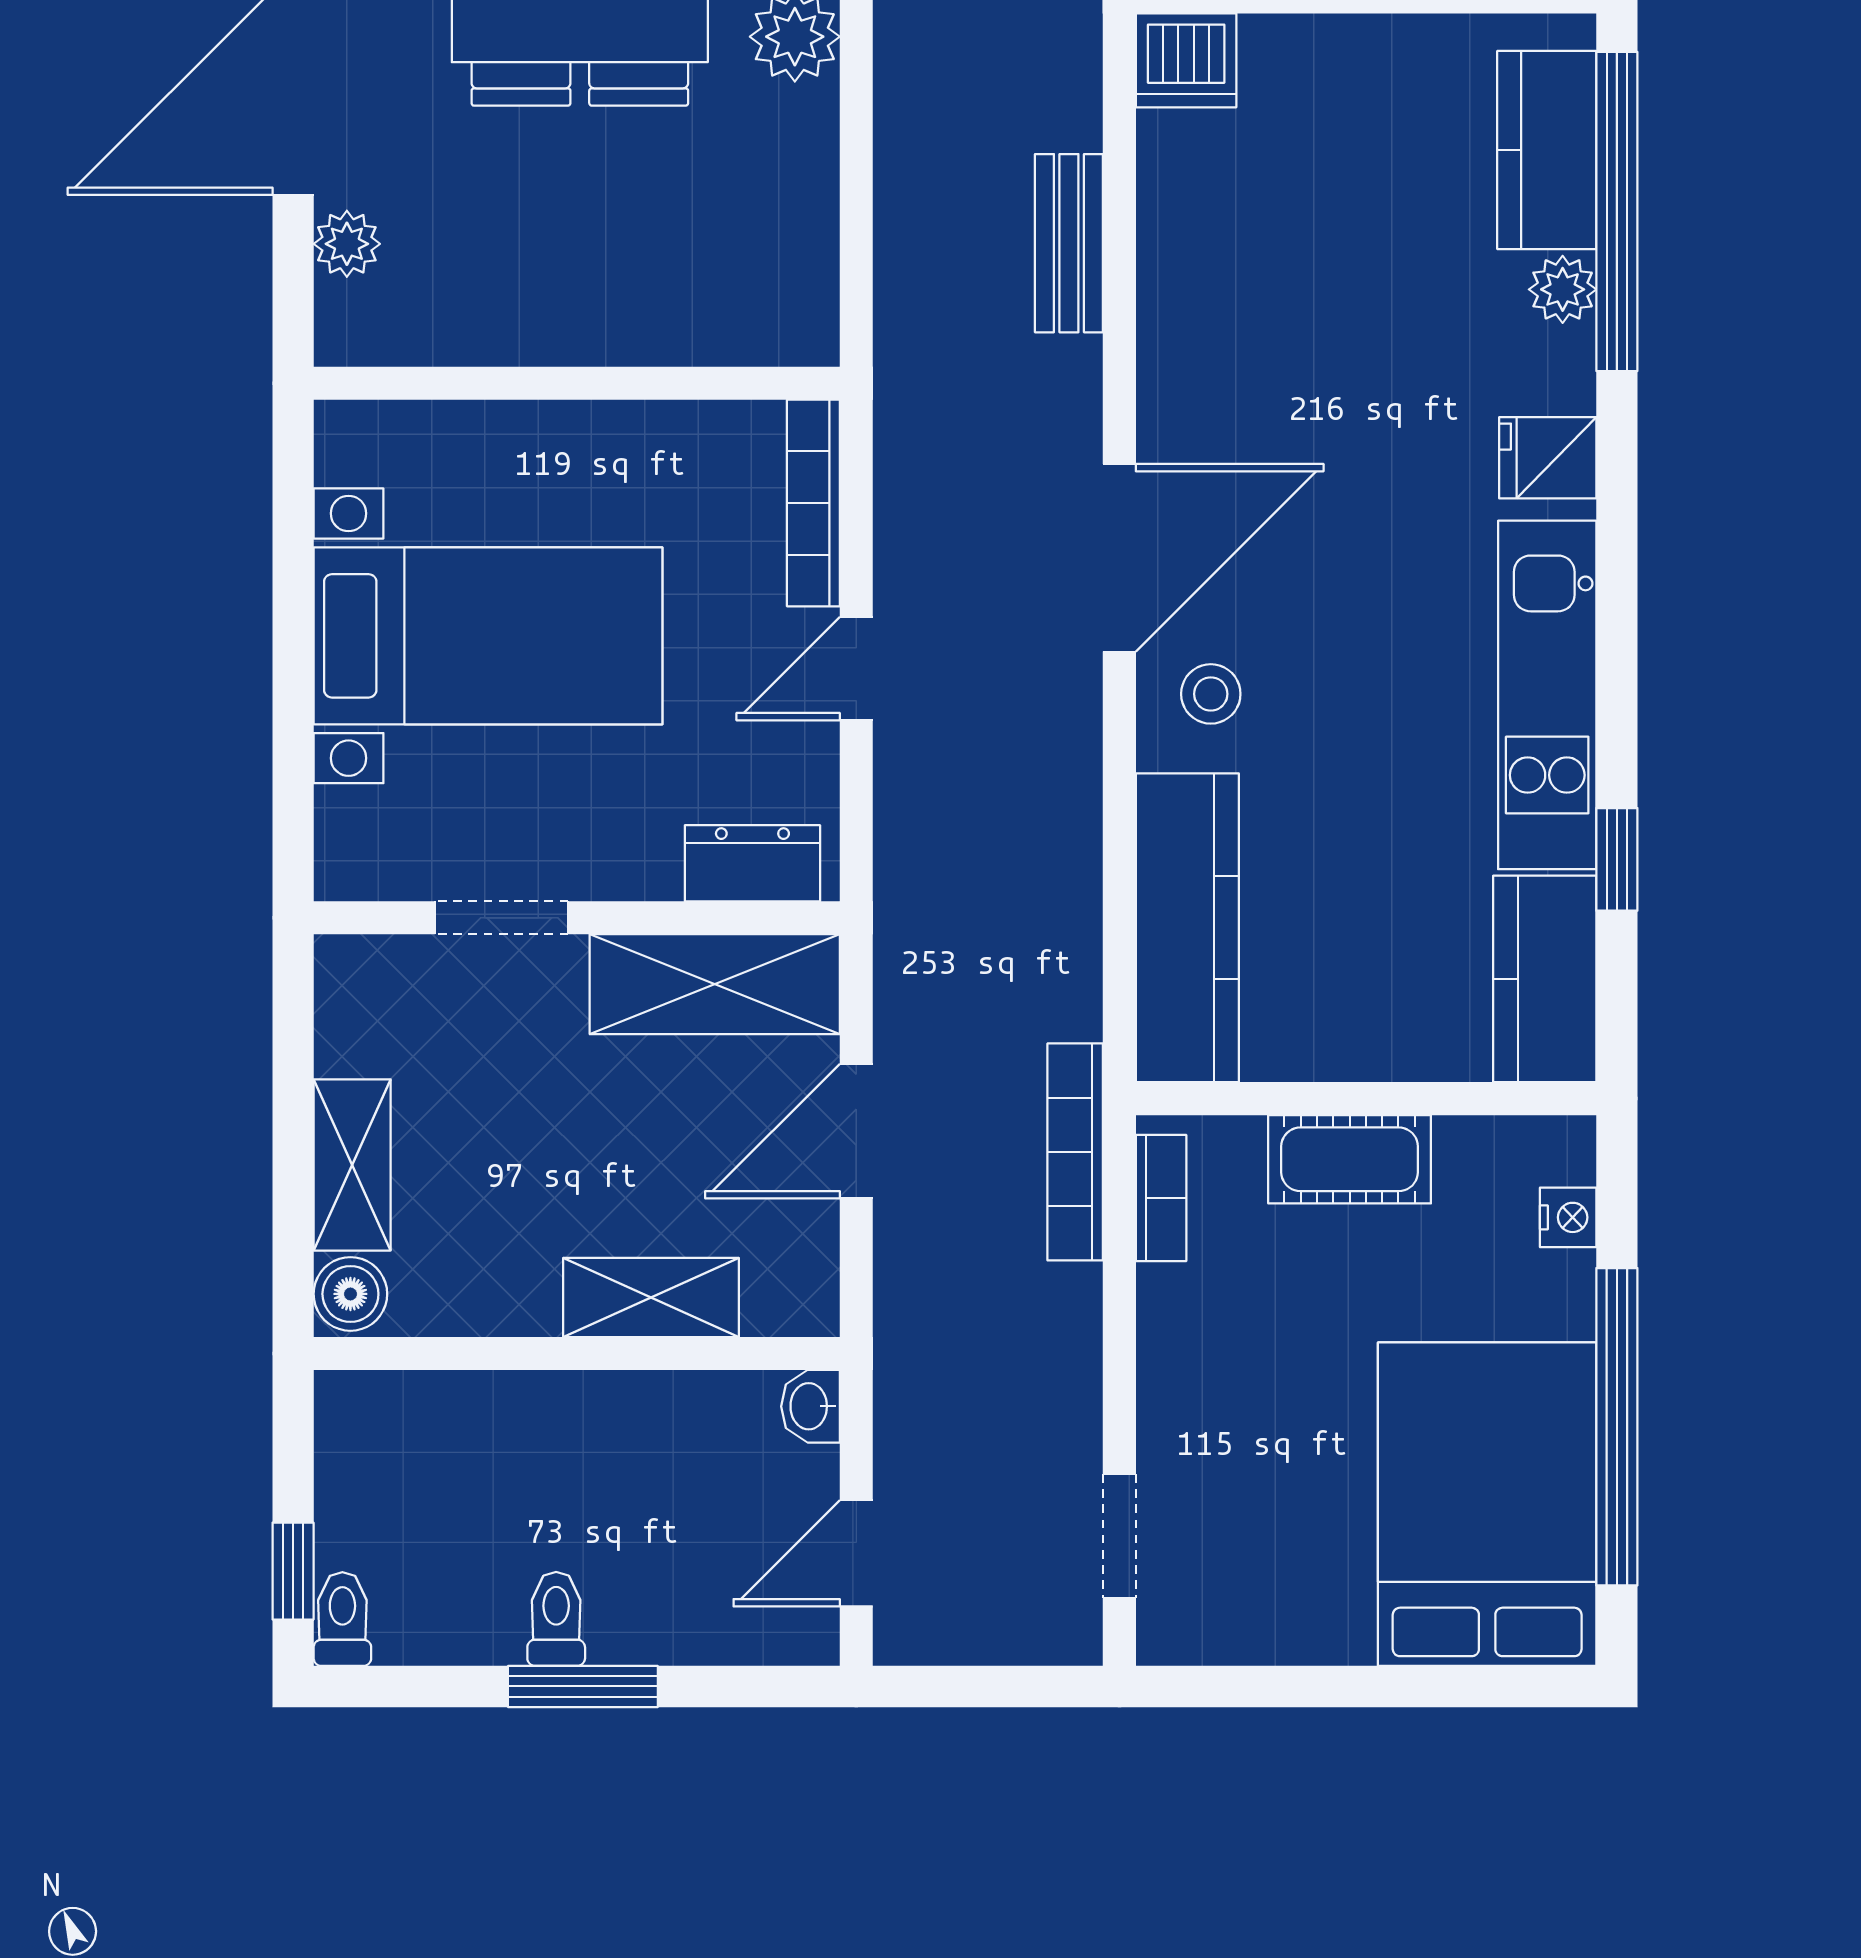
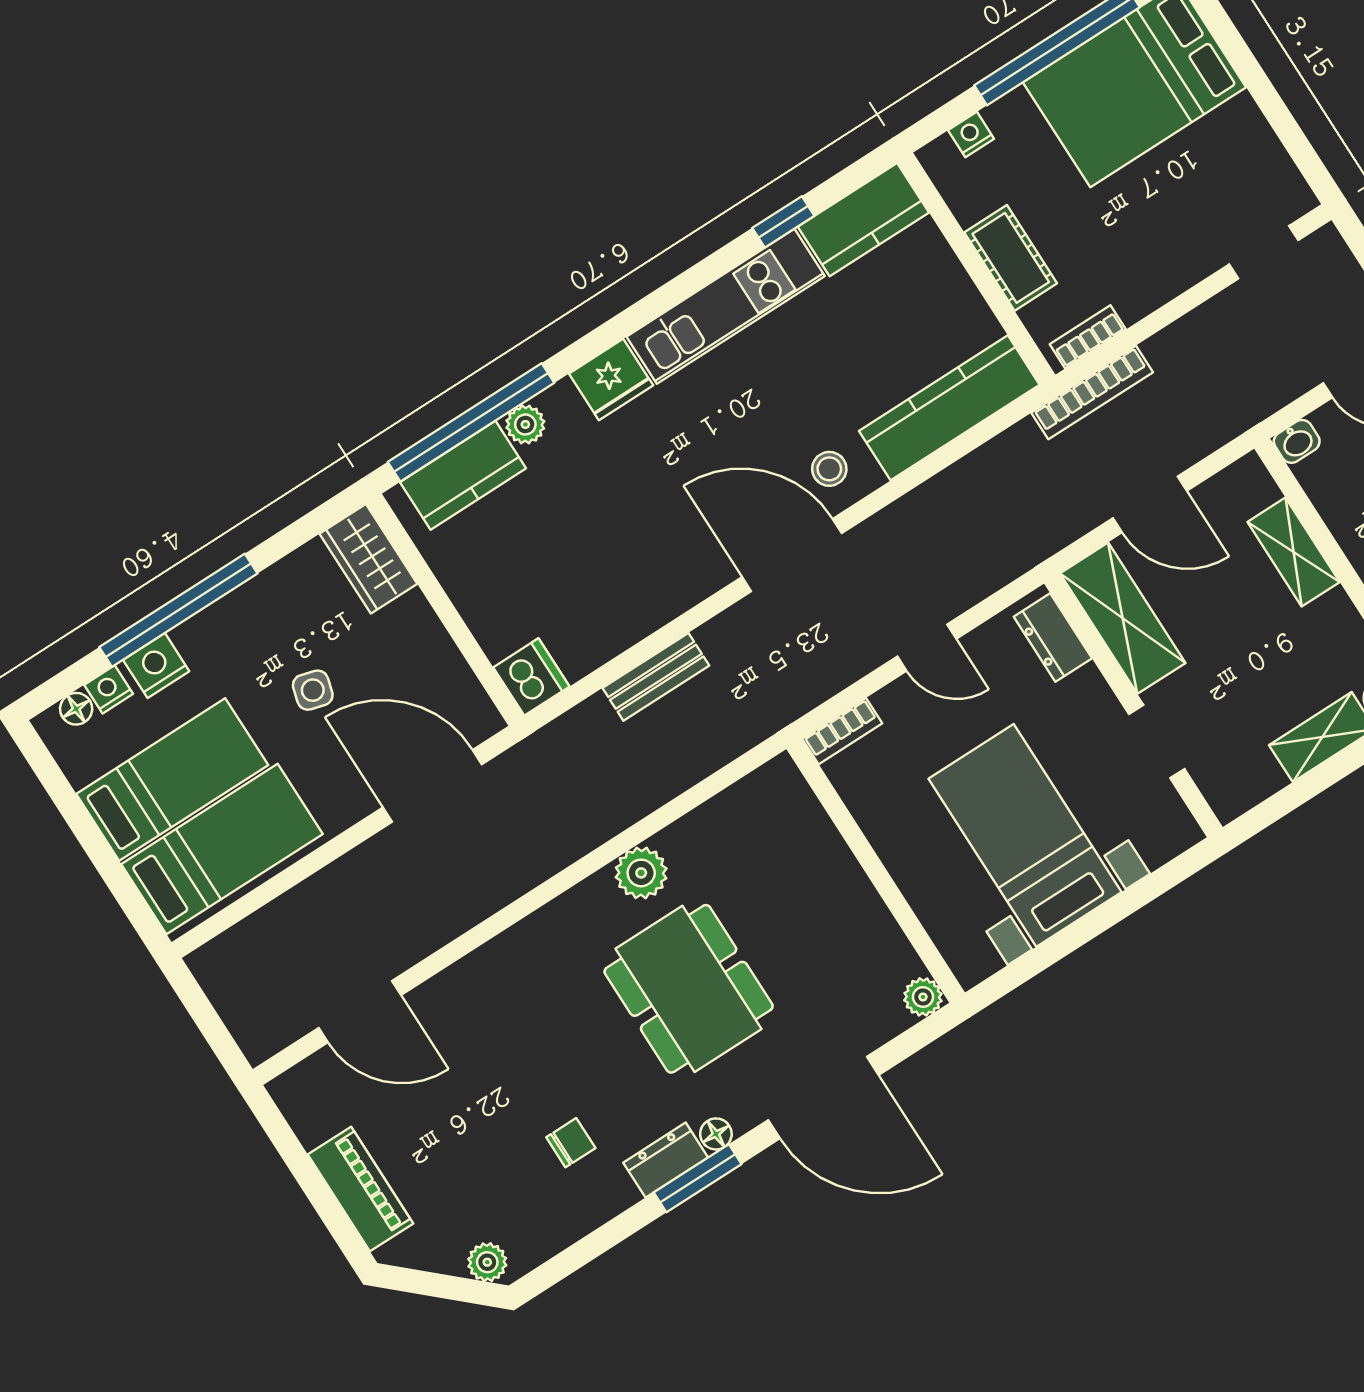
plant: (347, 244) -> (923, 997), moved
fridge: (1548, 458) -> (611, 379), width x1.38
bookcase: (813, 503) -> (842, 731), width x0.64

